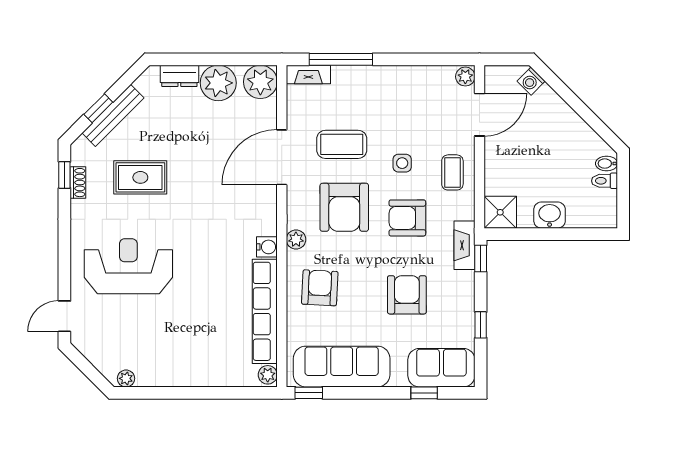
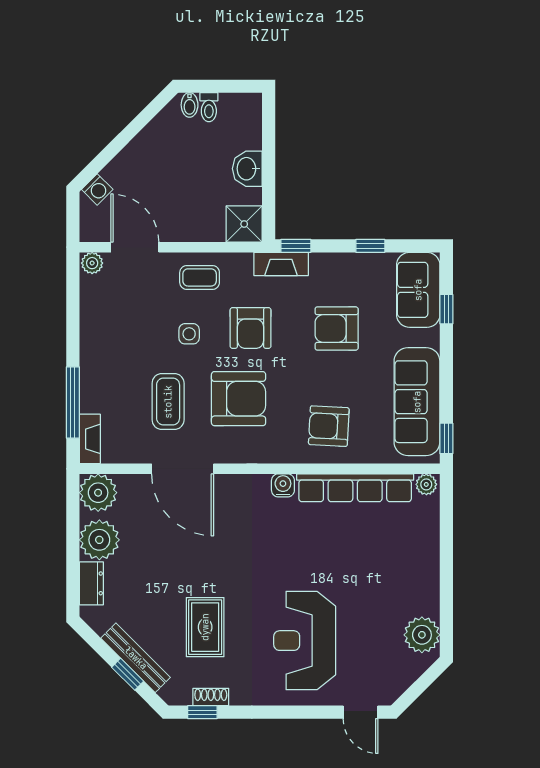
plant: (296, 239) -> (275, 453), removed
plant: (126, 378) -> (422, 635), width x1.87, depth x1.87

